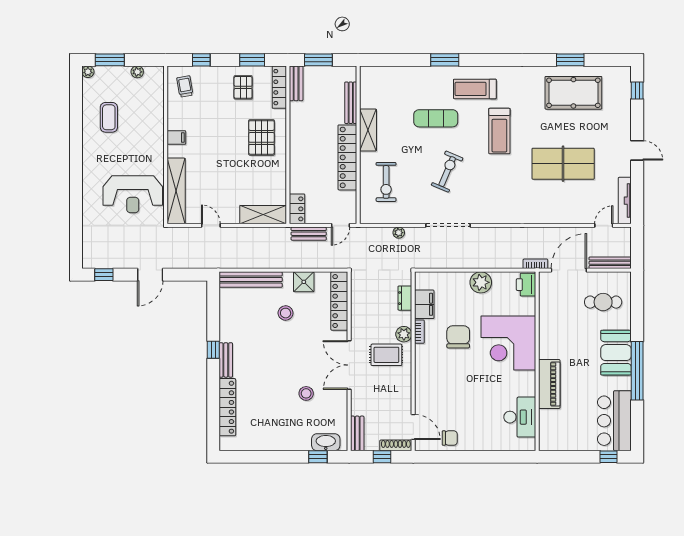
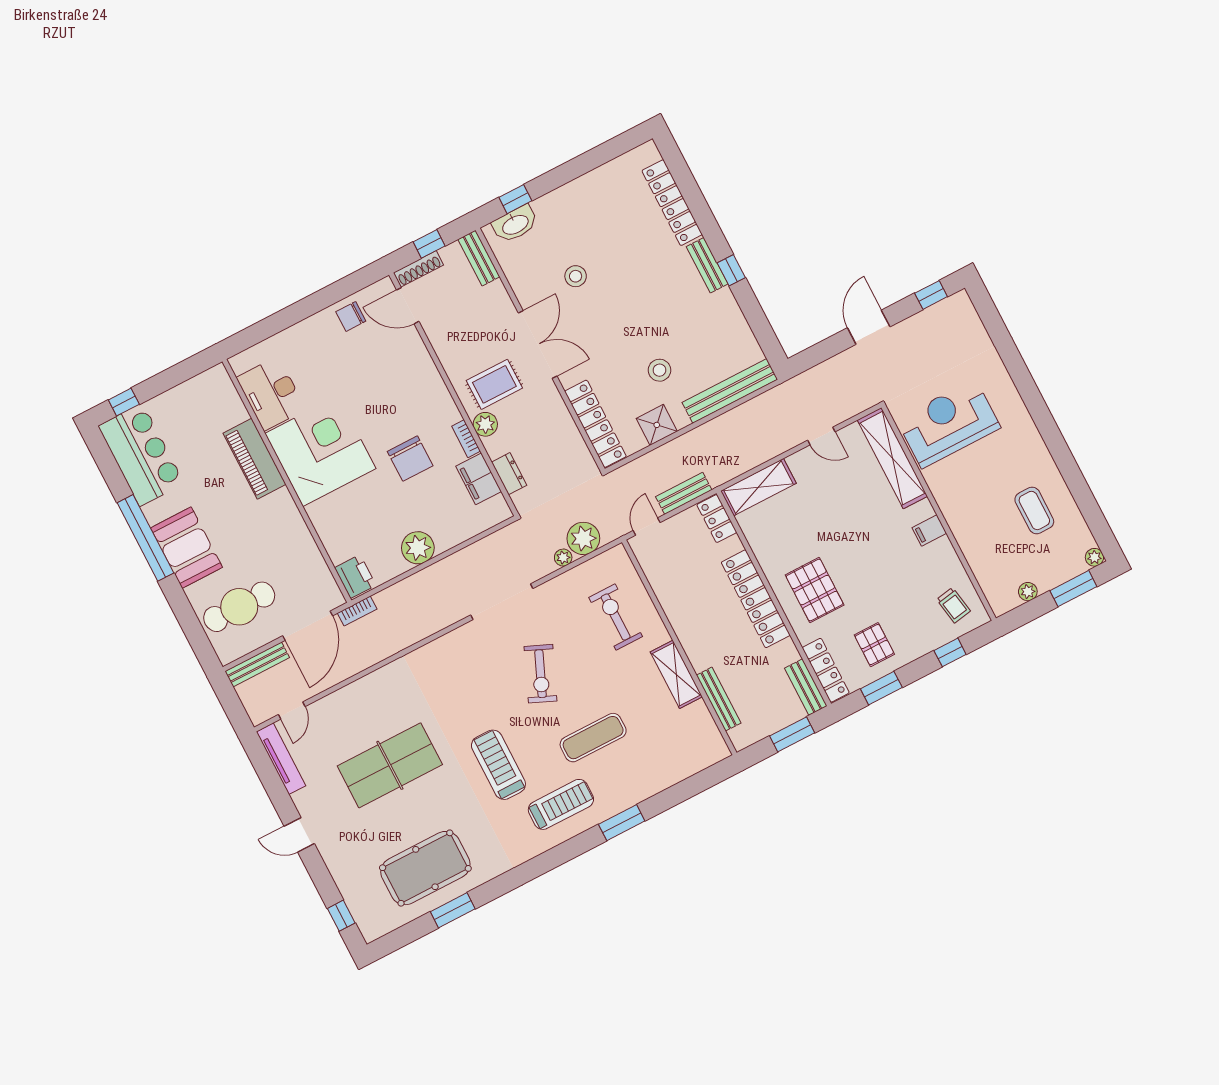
locker: (347, 157) -> (756, 599), moved, turned 180
plant: (381, 238) -> (583, 538), added
cafe table: (603, 302) -> (239, 607), width x1.37, depth x1.35
corner desk: (508, 343) -> (320, 451), moved

